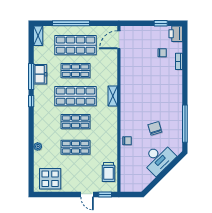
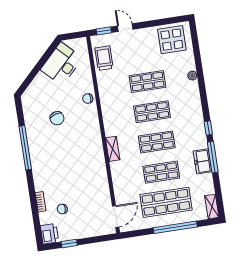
shop shelf: (76, 96) -> (157, 142), width x0.70, depth x0.74
window: (185, 124) -> (25, 148), moved
desk: (158, 159) -> (62, 64), moved

